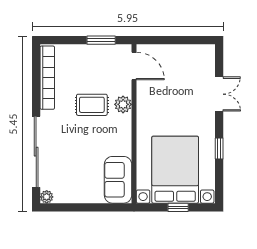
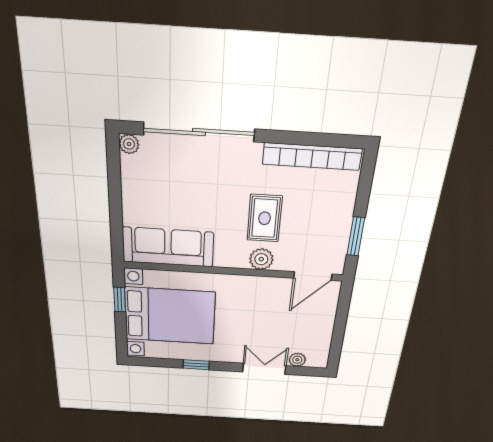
plant: (209, 69) -> (297, 360), added
double door: (219, 94) -> (264, 369), swing flipped
sofa: (118, 180) -> (168, 247), width x1.36
window: (178, 207) -> (120, 300), moved

